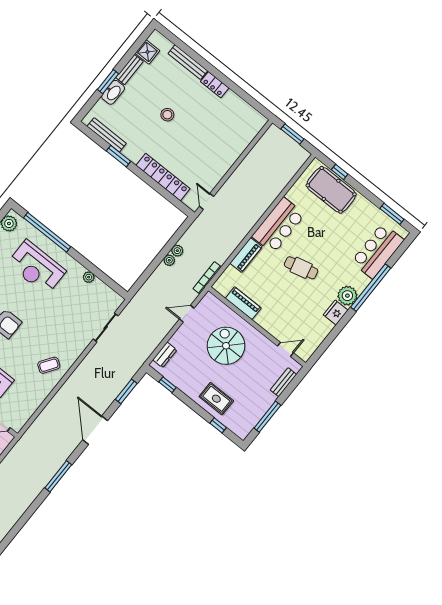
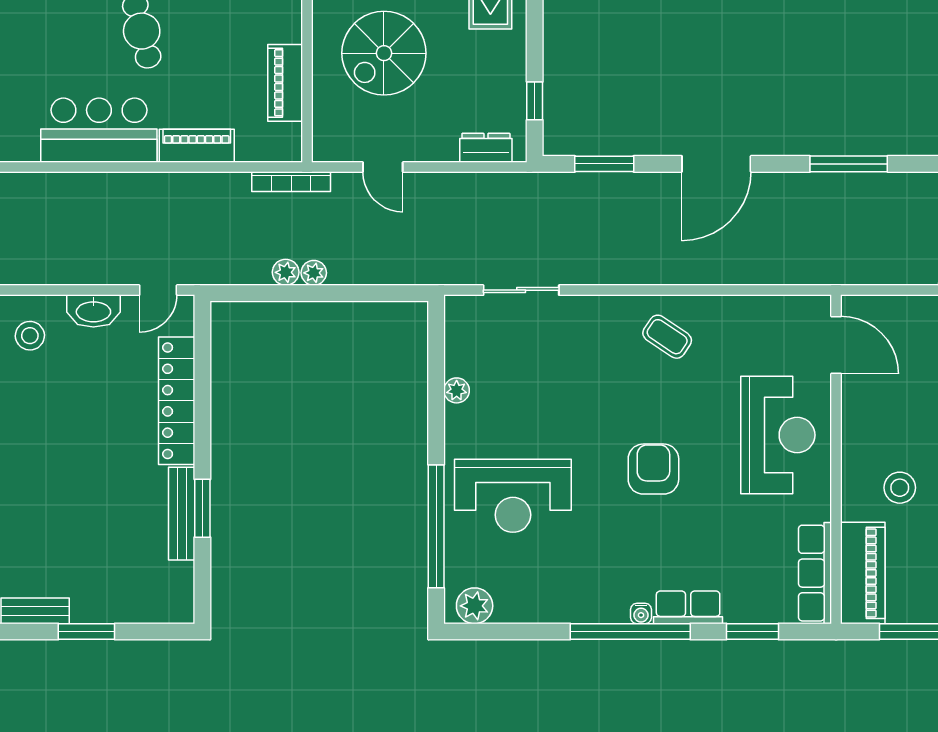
washbasin: (113, 92) -> (93, 311), moved, turned 180
stool: (167, 115) -> (30, 336), moved
bench: (107, 135) -> (182, 514), moved
reception desk: (36, 267) -> (513, 496), turned 90

